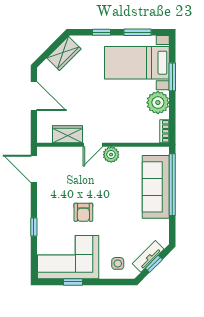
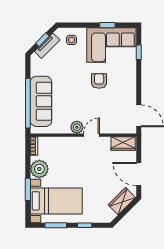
wardrobe: (64, 53) -> (122, 201), moved
wardrobe: (67, 134) -> (123, 143), moved
window: (34, 227) -> (139, 52), moved

